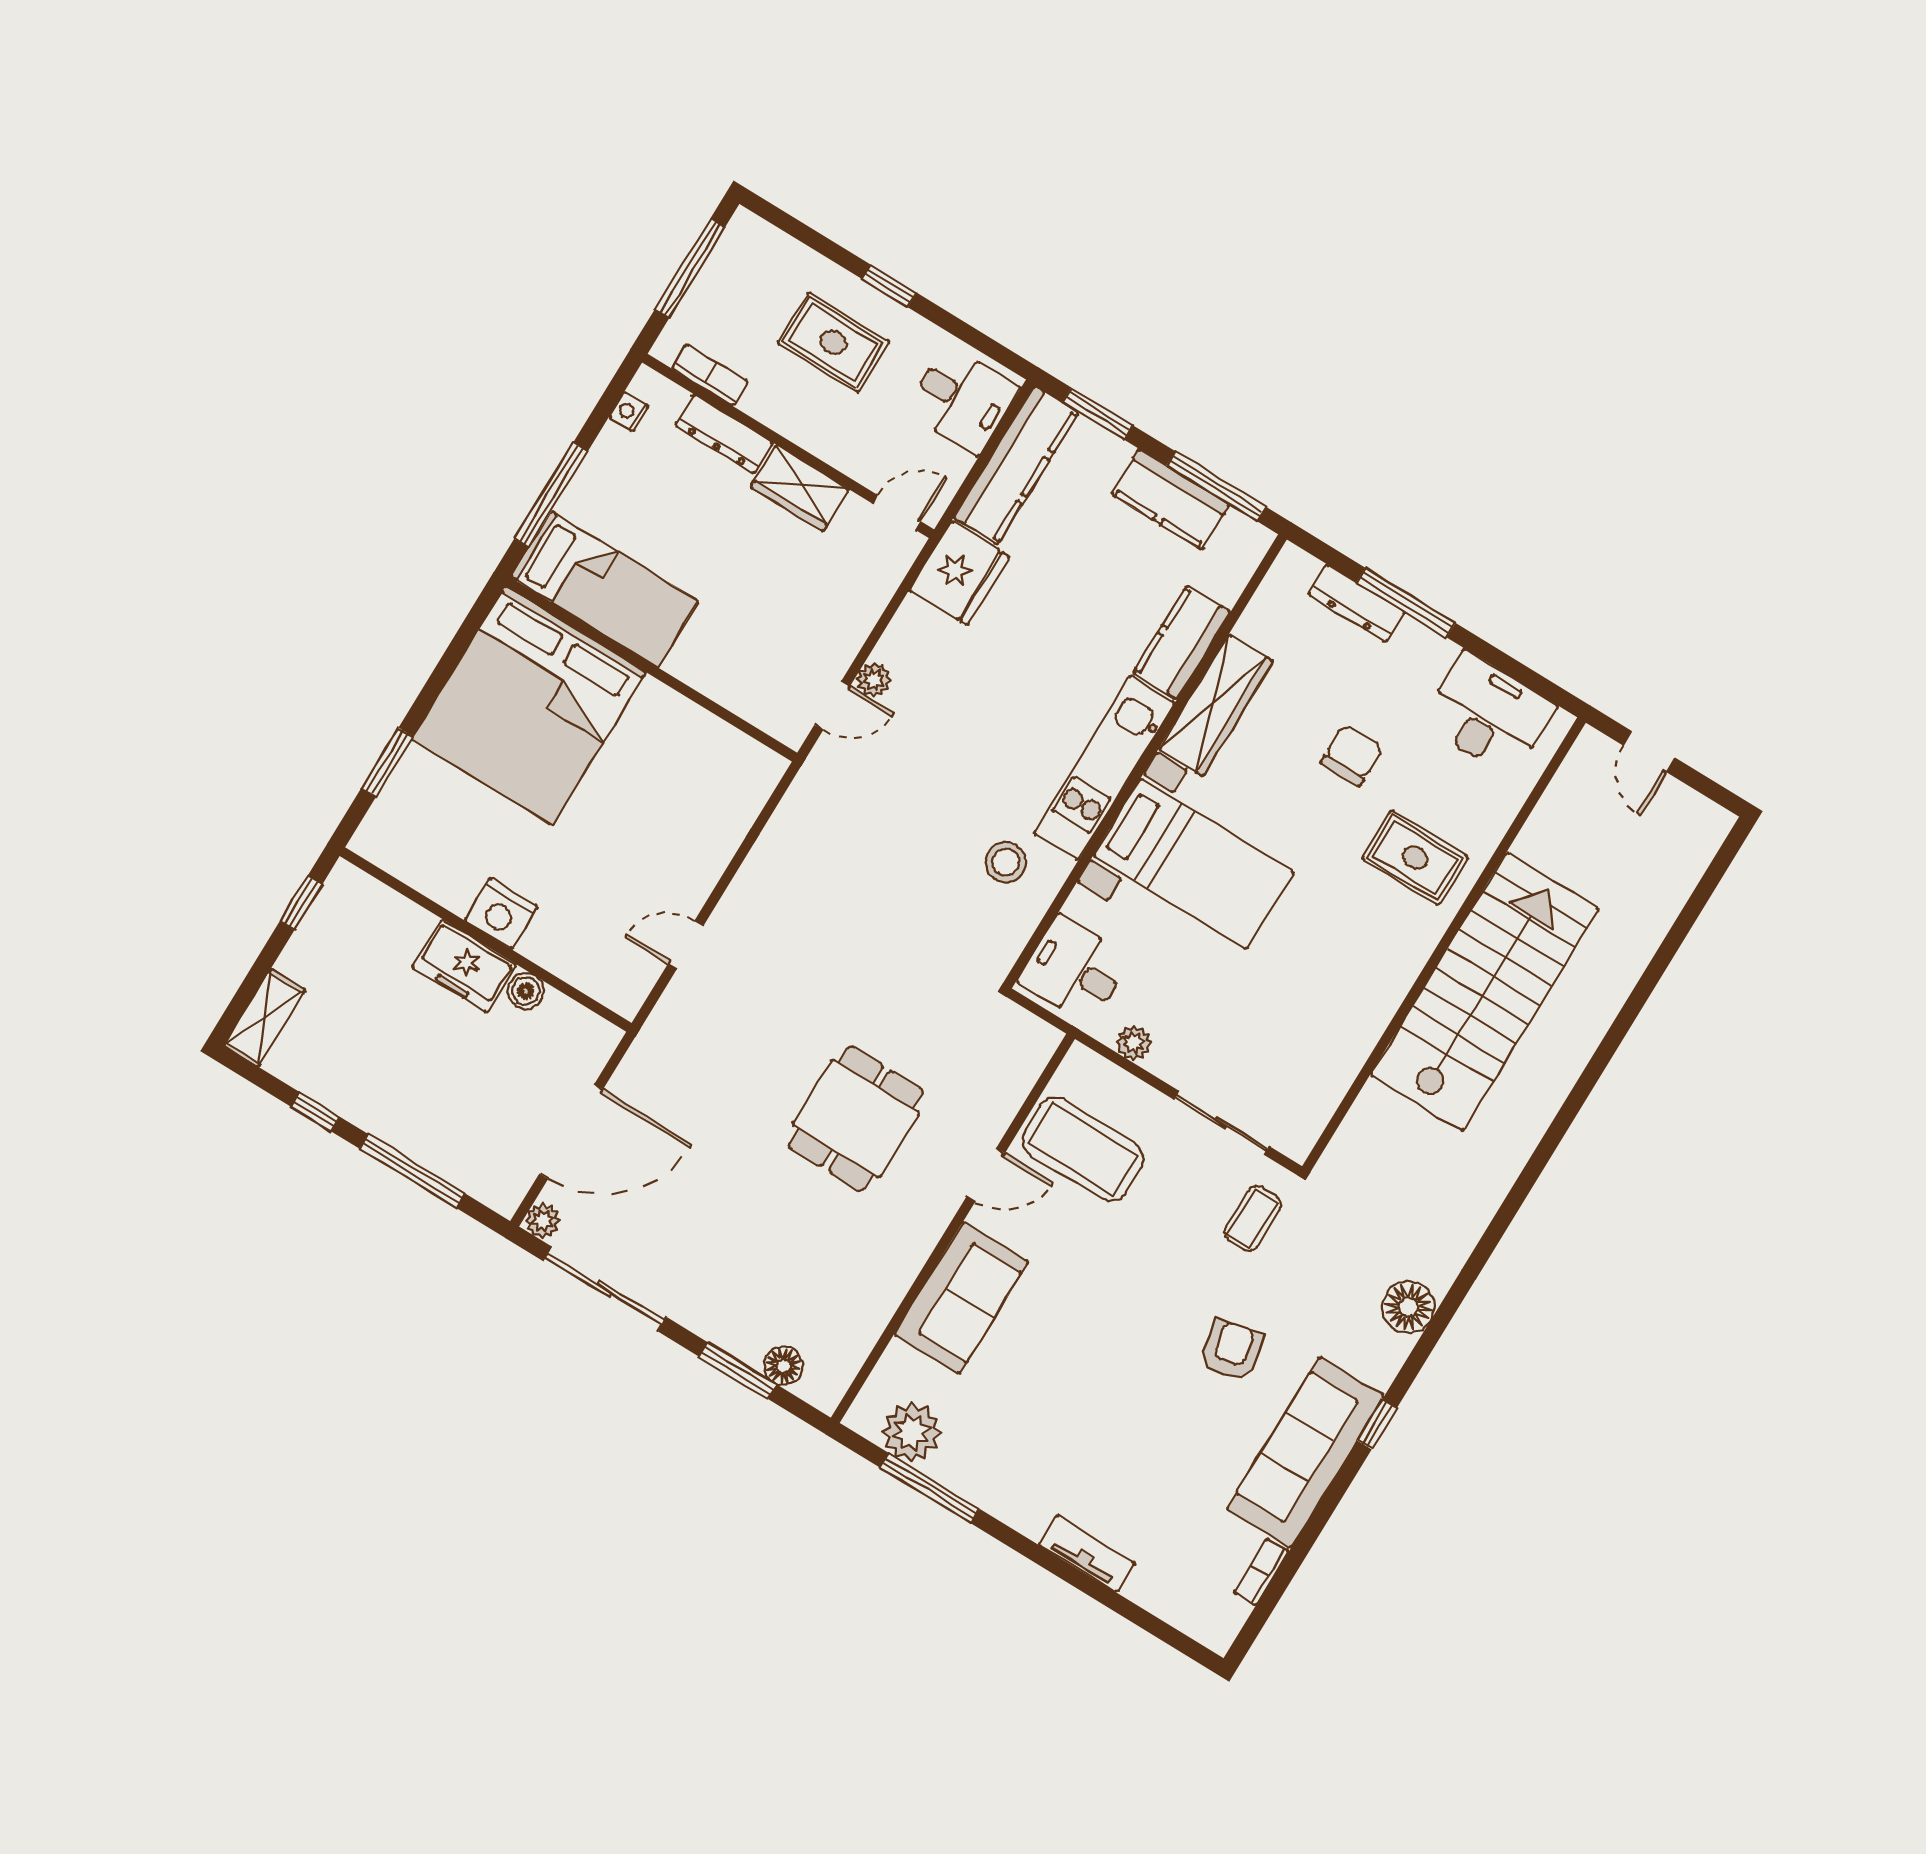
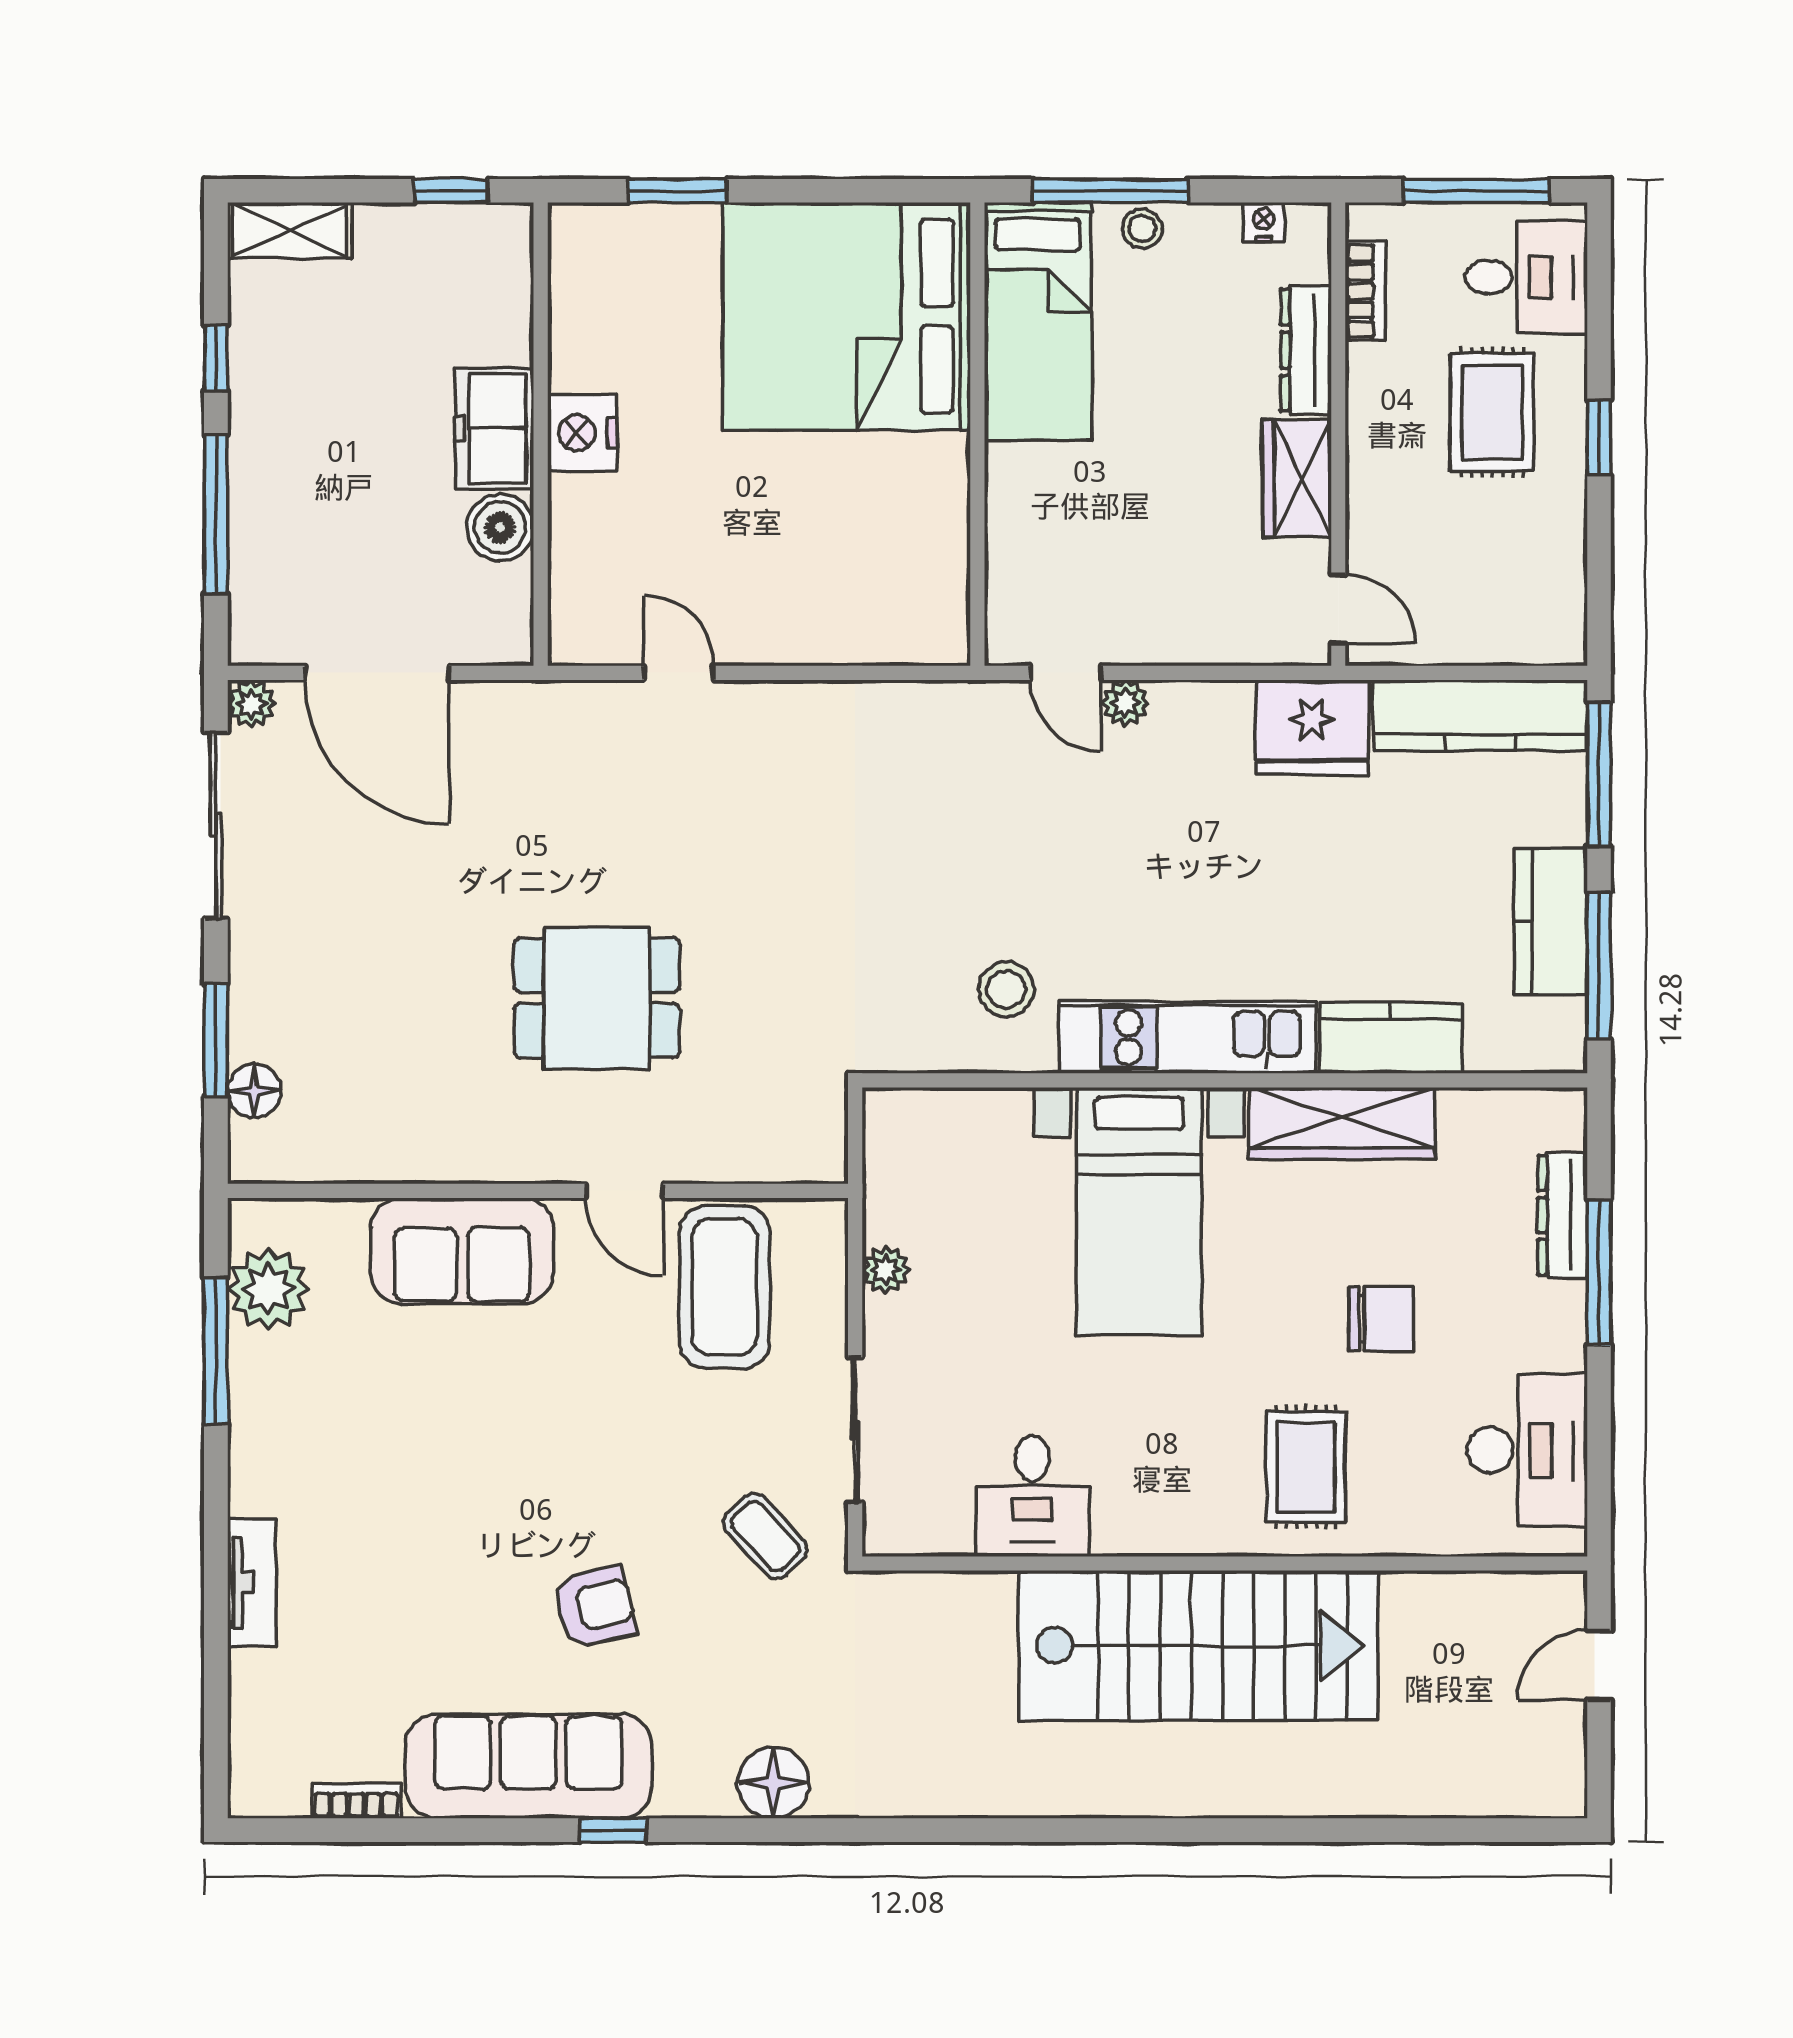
desk: (962, 400) -> (1527, 277), moved, turned -90
window: (1098, 414) -> (1599, 775), width x1.44
stool: (587, 489) -> (1142, 229), added
desk: (1075, 970) -> (1032, 1496), moved, turned 180
boiler: (526, 991) -> (500, 527), width x1.36, depth x1.36
coffee table: (1253, 1218) -> (765, 1536), turned 46

